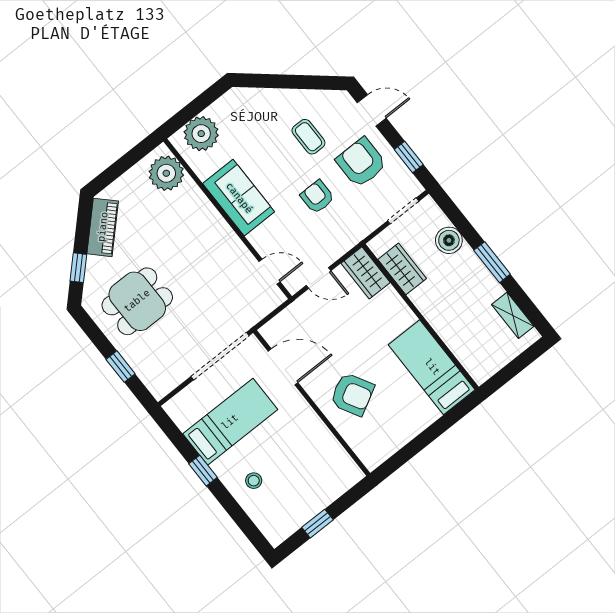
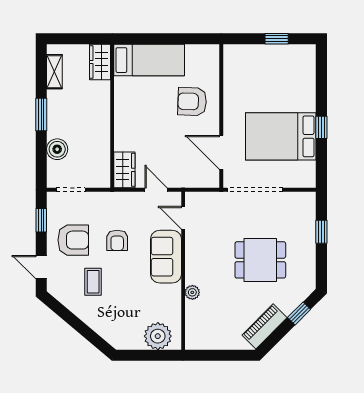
armchair: (361, 163) -> (73, 240), turned -90
plant: (166, 173) -> (192, 292), moved, width x0.53, depth x0.53
sofa: (239, 198) -> (166, 257), moved
wardrobe: (402, 269) -> (100, 62), moved
dining table: (137, 301) -> (260, 260), moved
bed: (432, 367) -> (149, 60), moved, turned -90
armchair: (352, 394) -> (192, 102), turned -59
bed: (230, 422) -> (281, 136), width x1.50
stool: (254, 481) -> (295, 96), removed

